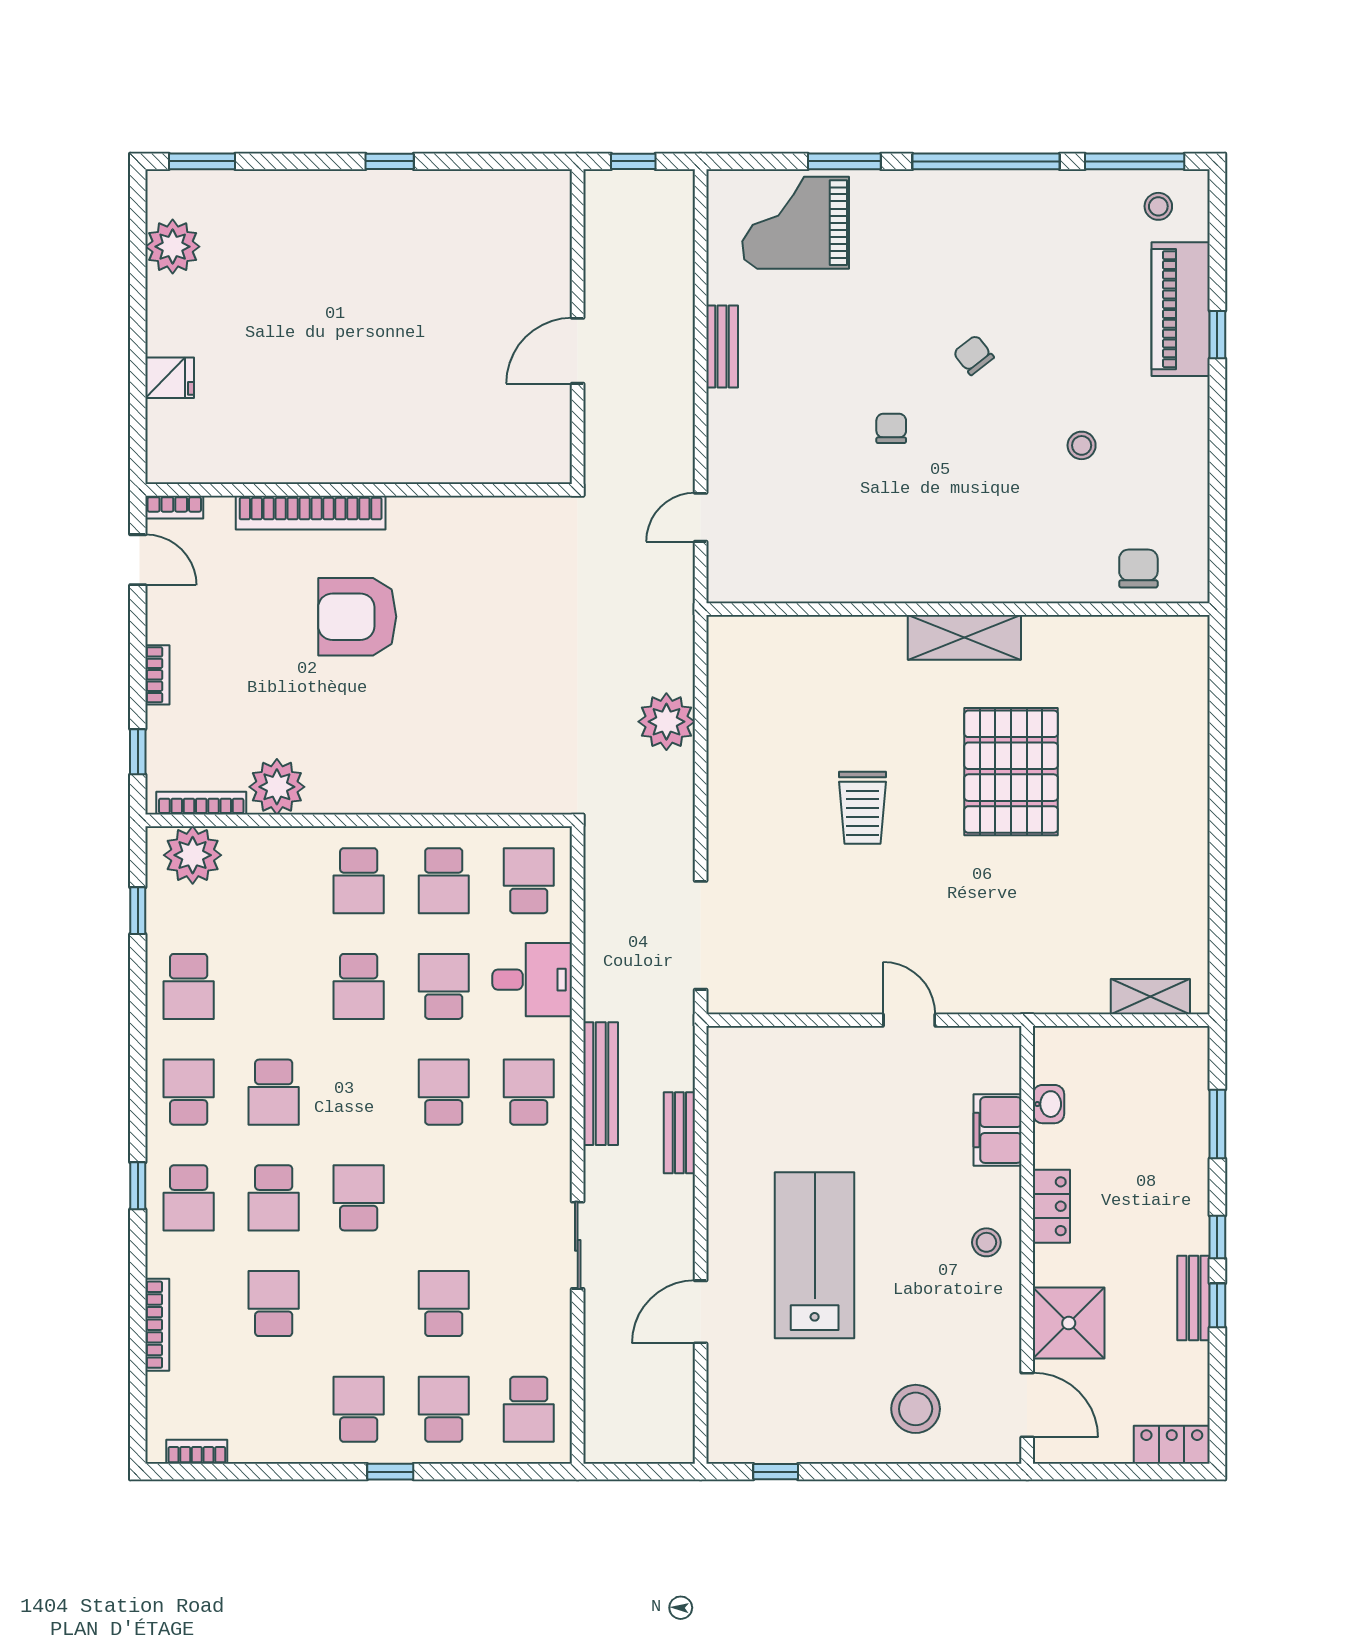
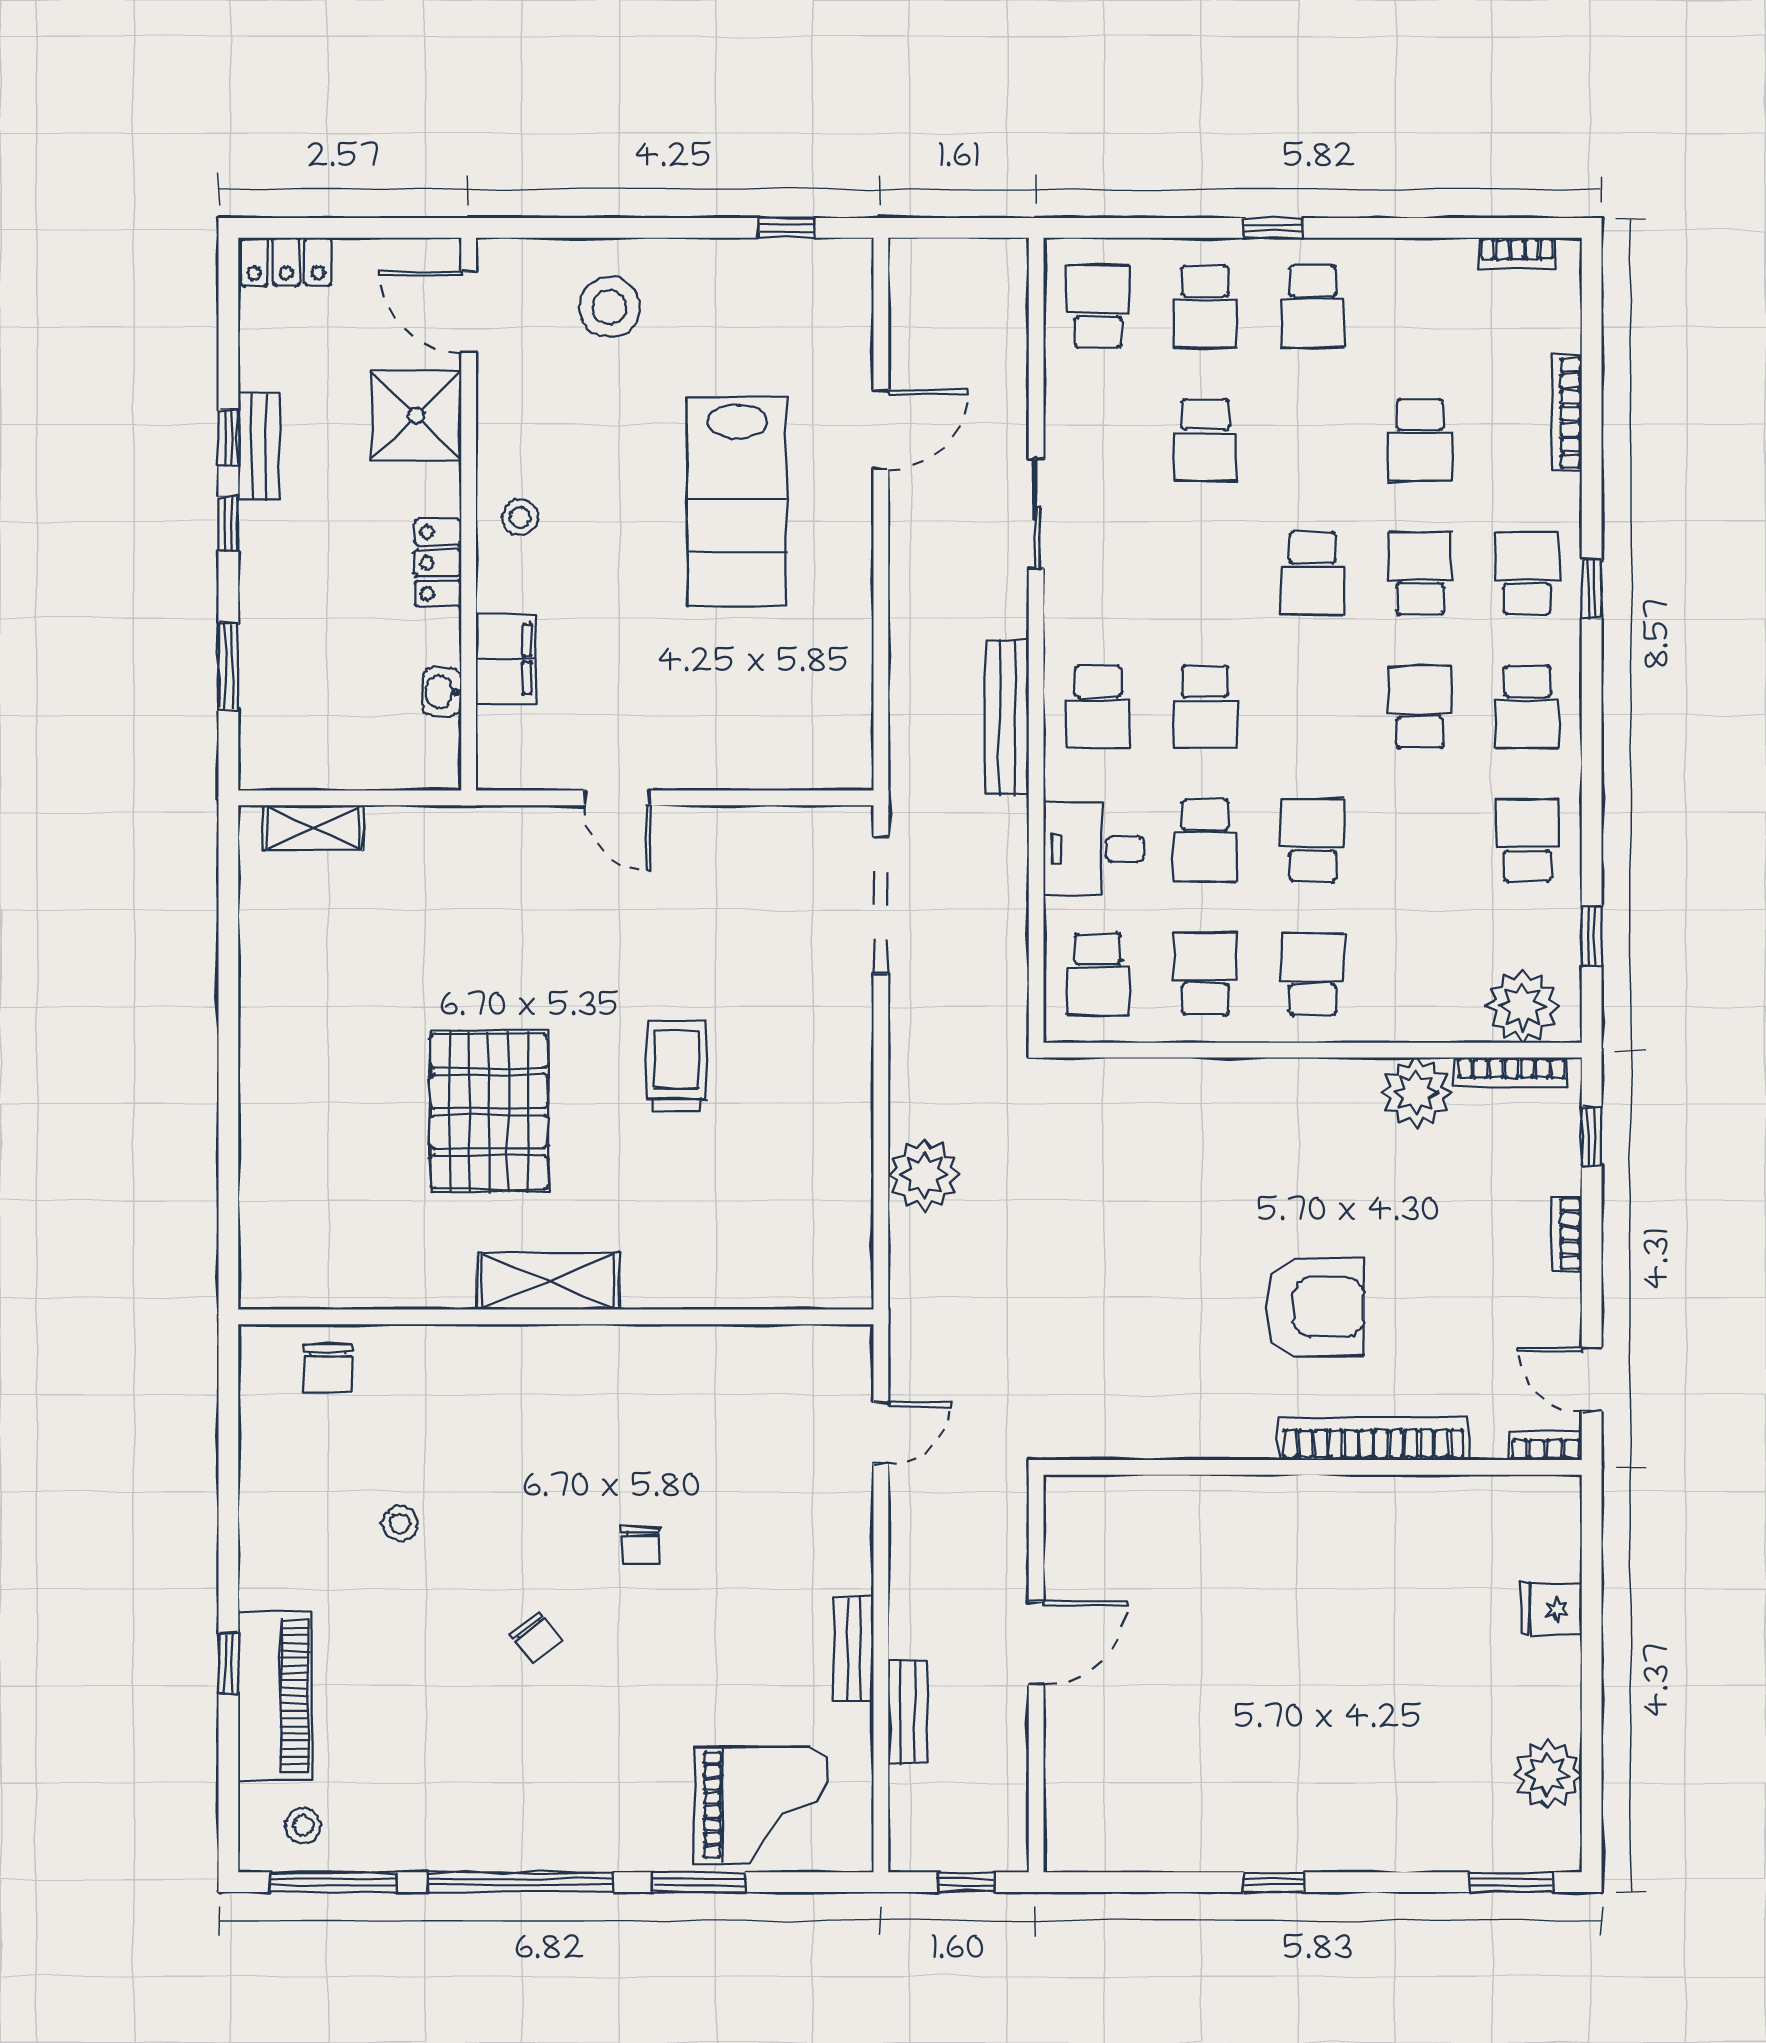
bench: (679, 1133) -> (908, 1712), moved

